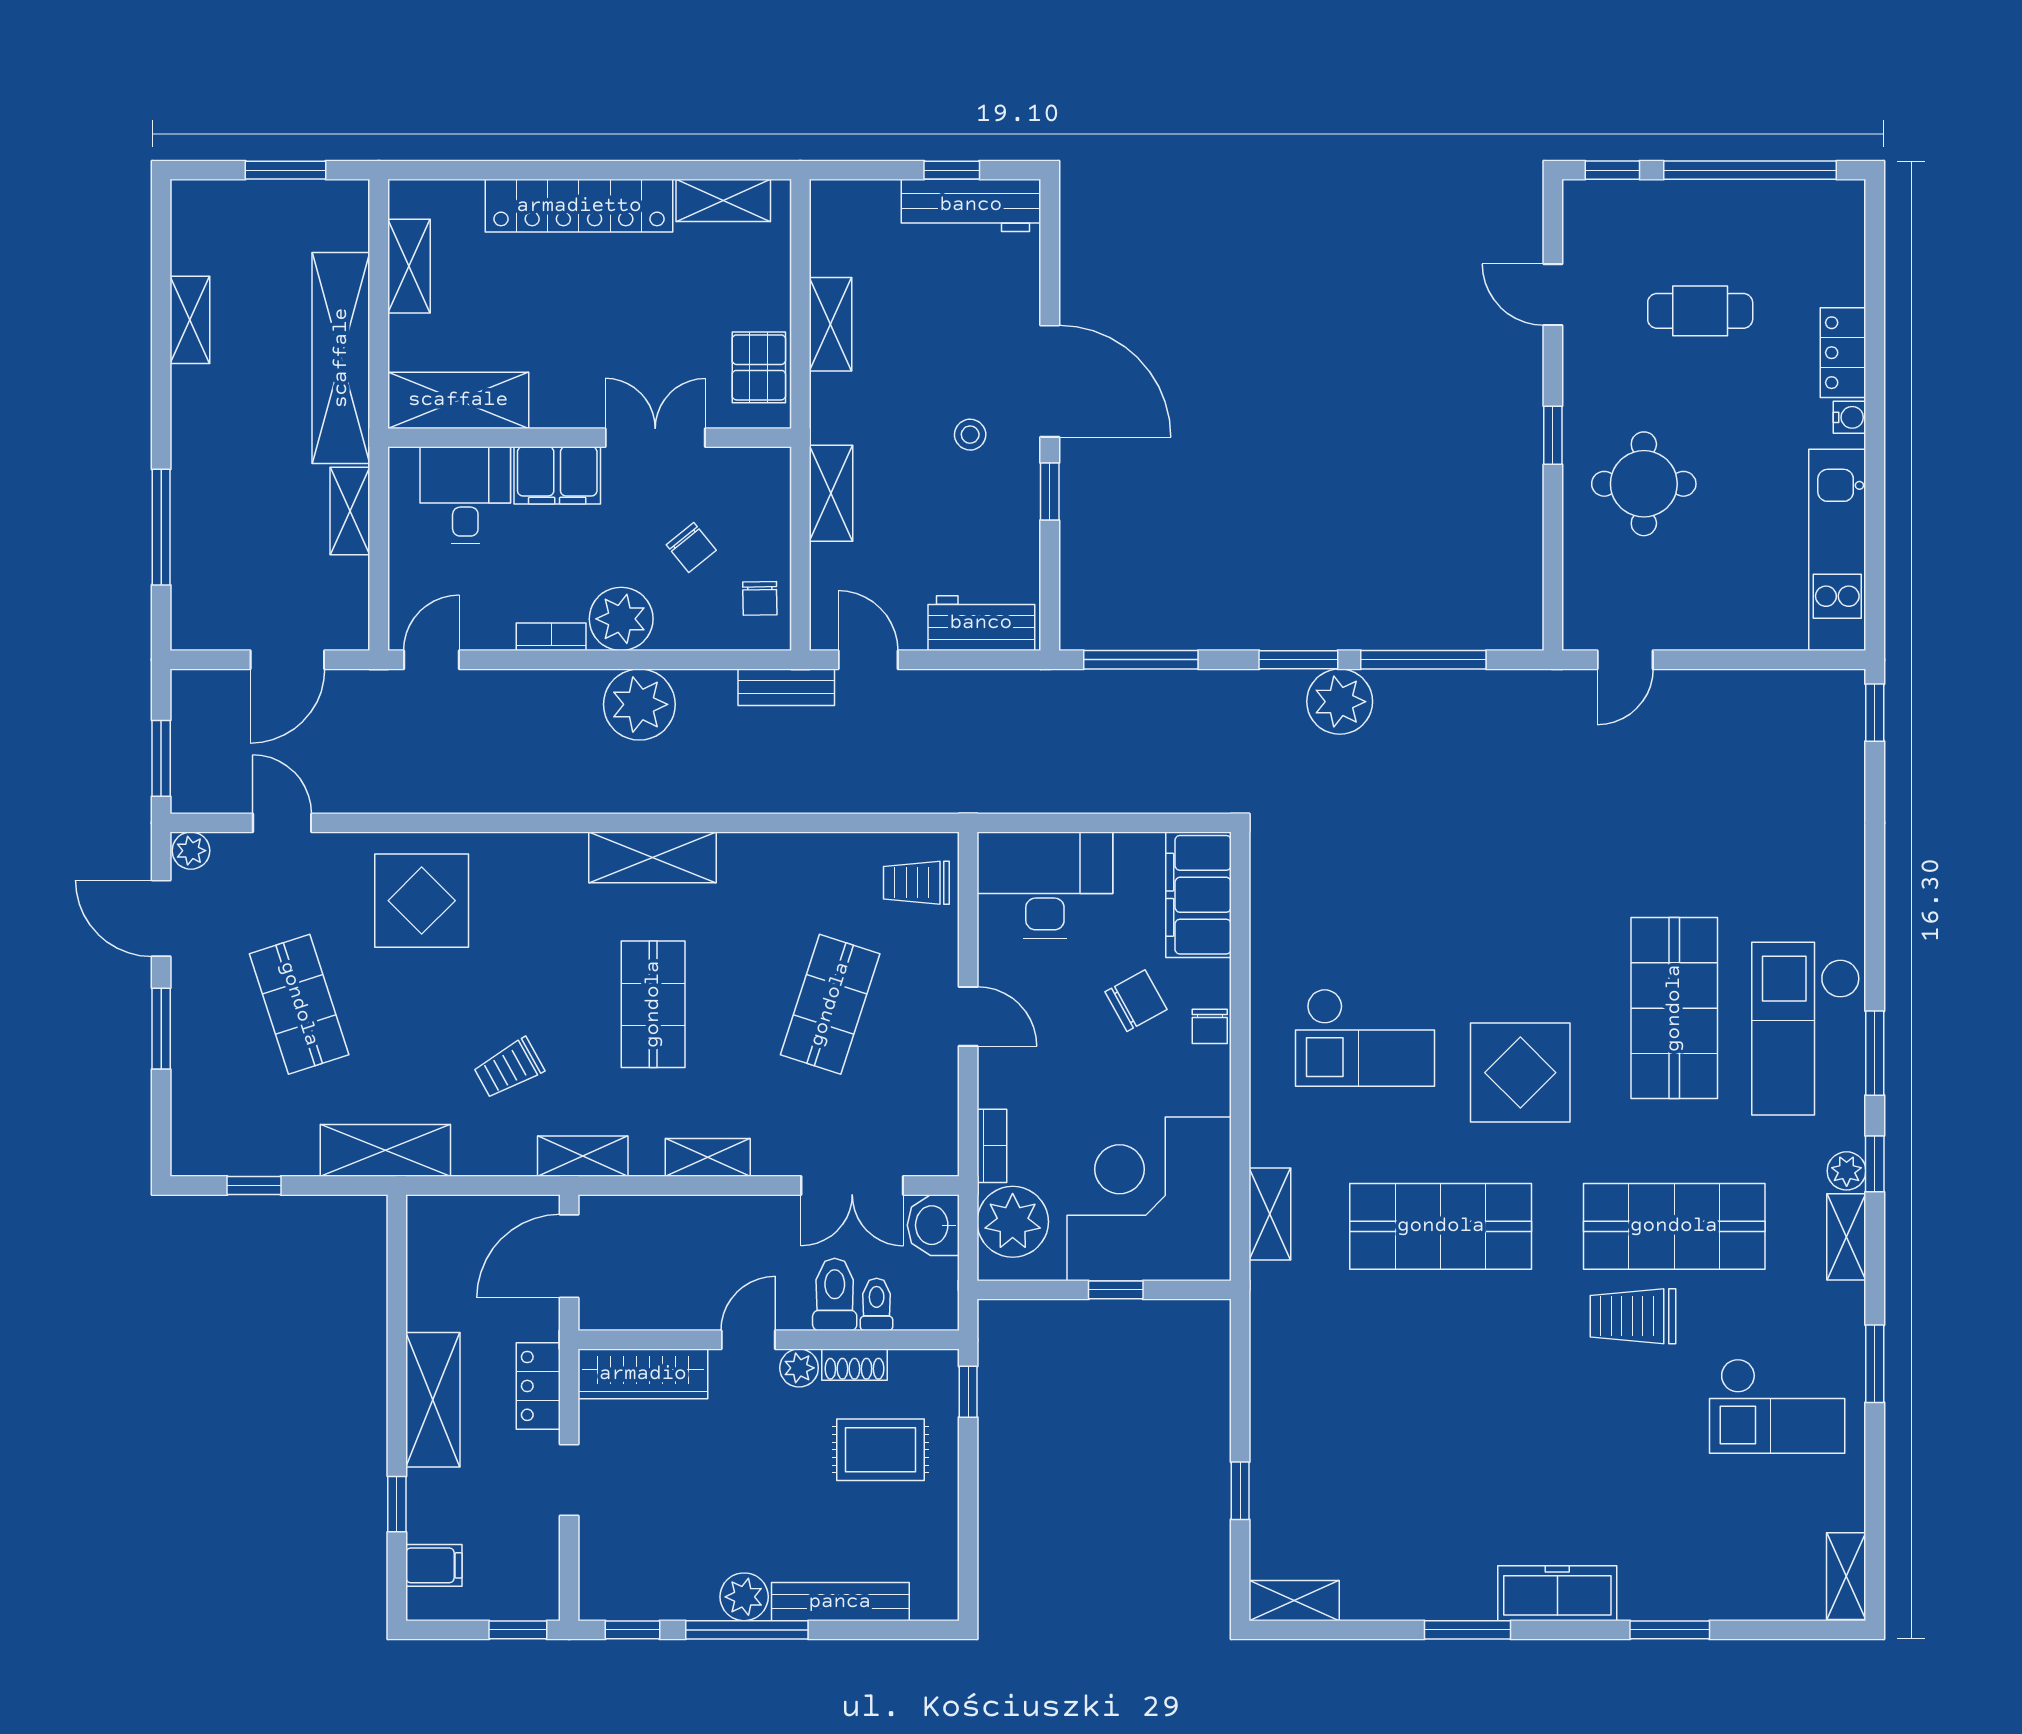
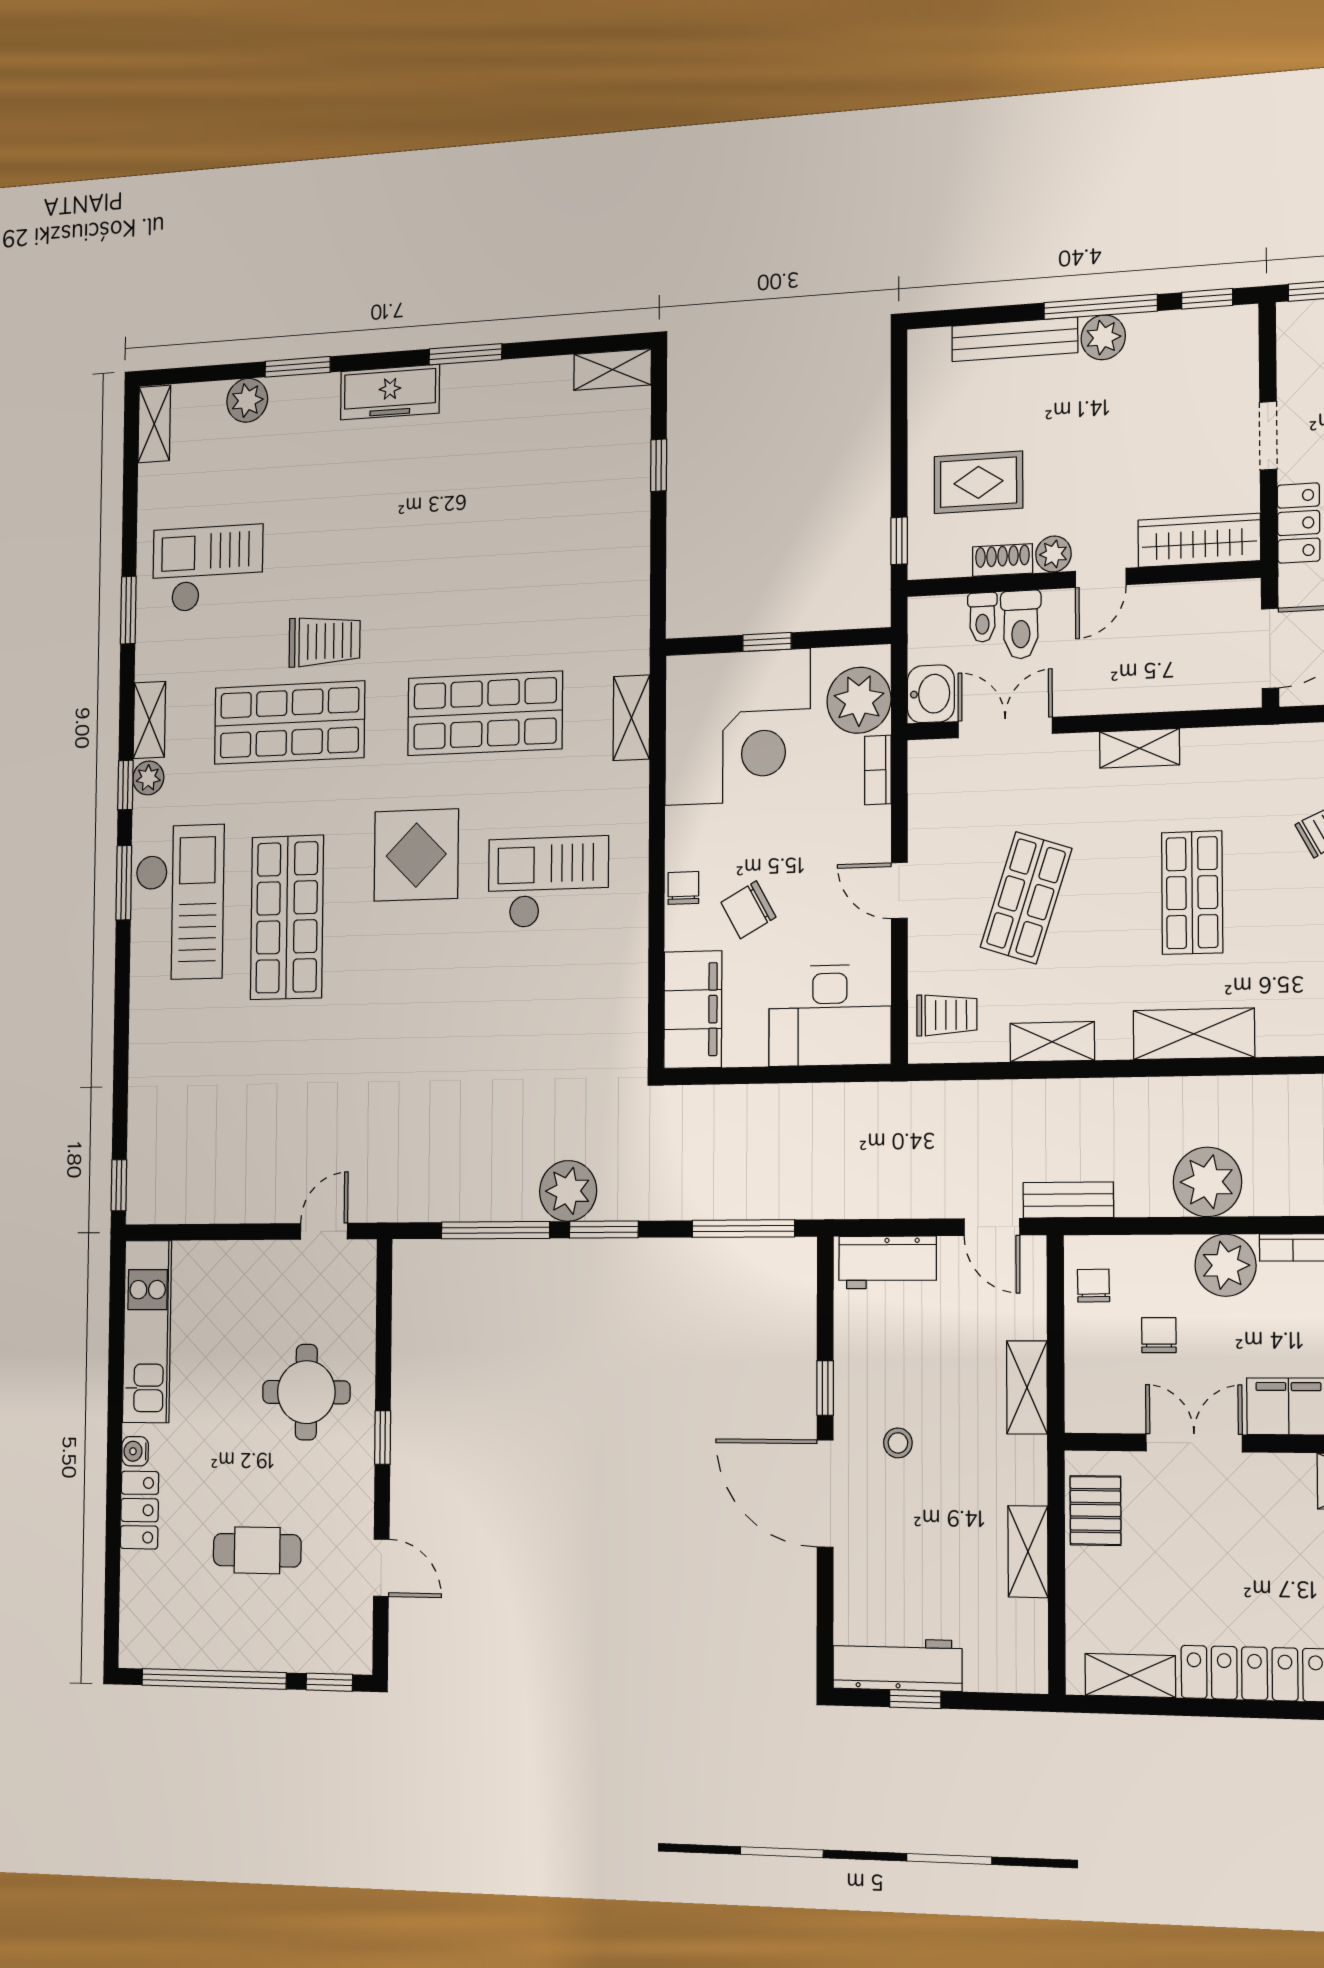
double door: (655, 438) -> (1194, 1443), swing flipped
chair: (691, 547) -> (1159, 1335), turned 39
shelving: (583, 1156) -> (1052, 1042), moved
plant: (1731, 1596) -> (247, 400), added

